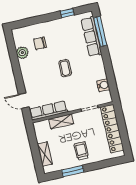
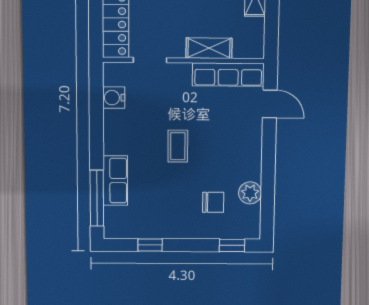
window: (25, 23) -> (232, 245), added
row of seats: (91, 37) -> (115, 181), width x0.68

